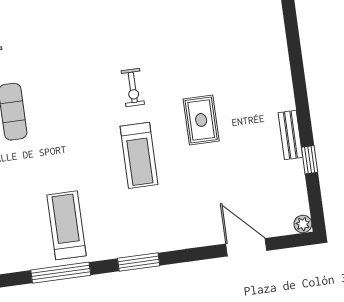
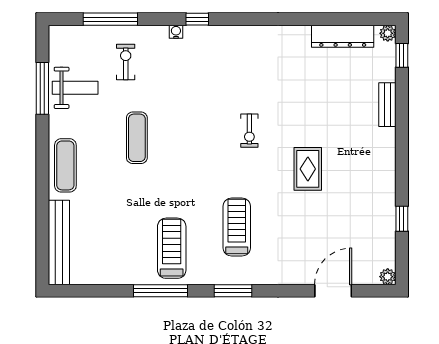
bench: (290, 135) -> (387, 105), moved
treadmill: (139, 155) -> (237, 227), moved, turned 180
door: (246, 247) -> (333, 291), hinge flipped

